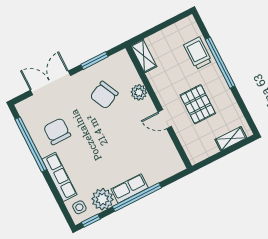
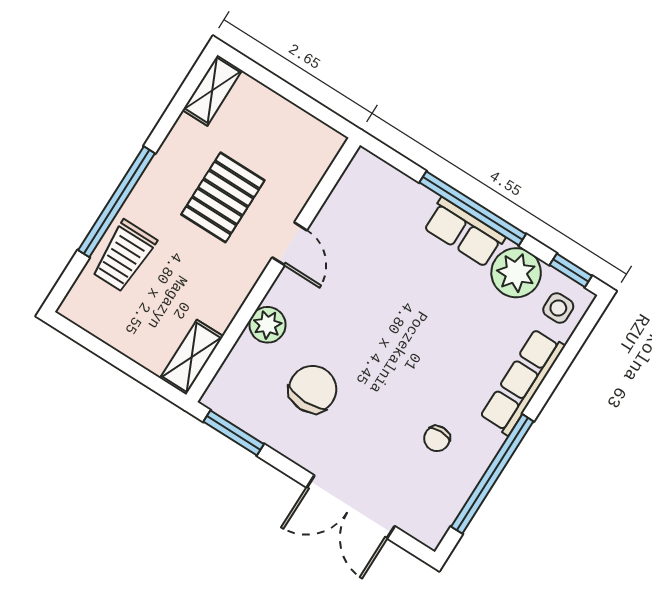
window: (94, 61) -> (234, 433), moved
chair: (104, 95) -> (313, 389), turned -64
chair: (57, 131) -> (437, 439), width x0.54, depth x0.54
shelving: (231, 139) -> (212, 90), moved, turned 90

